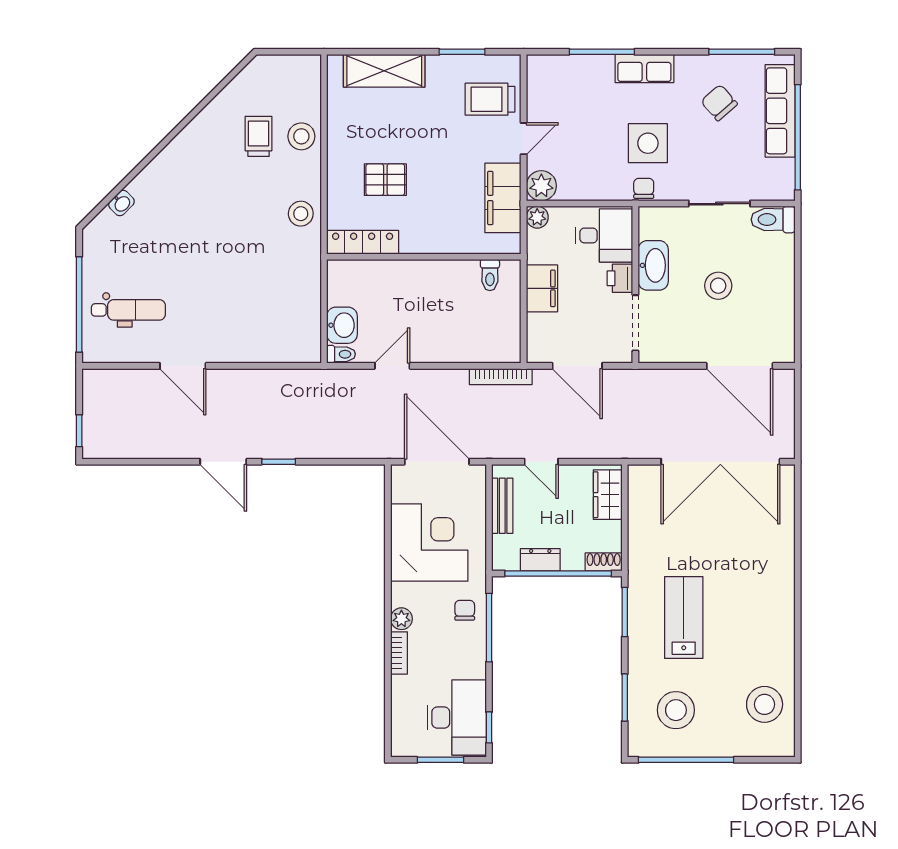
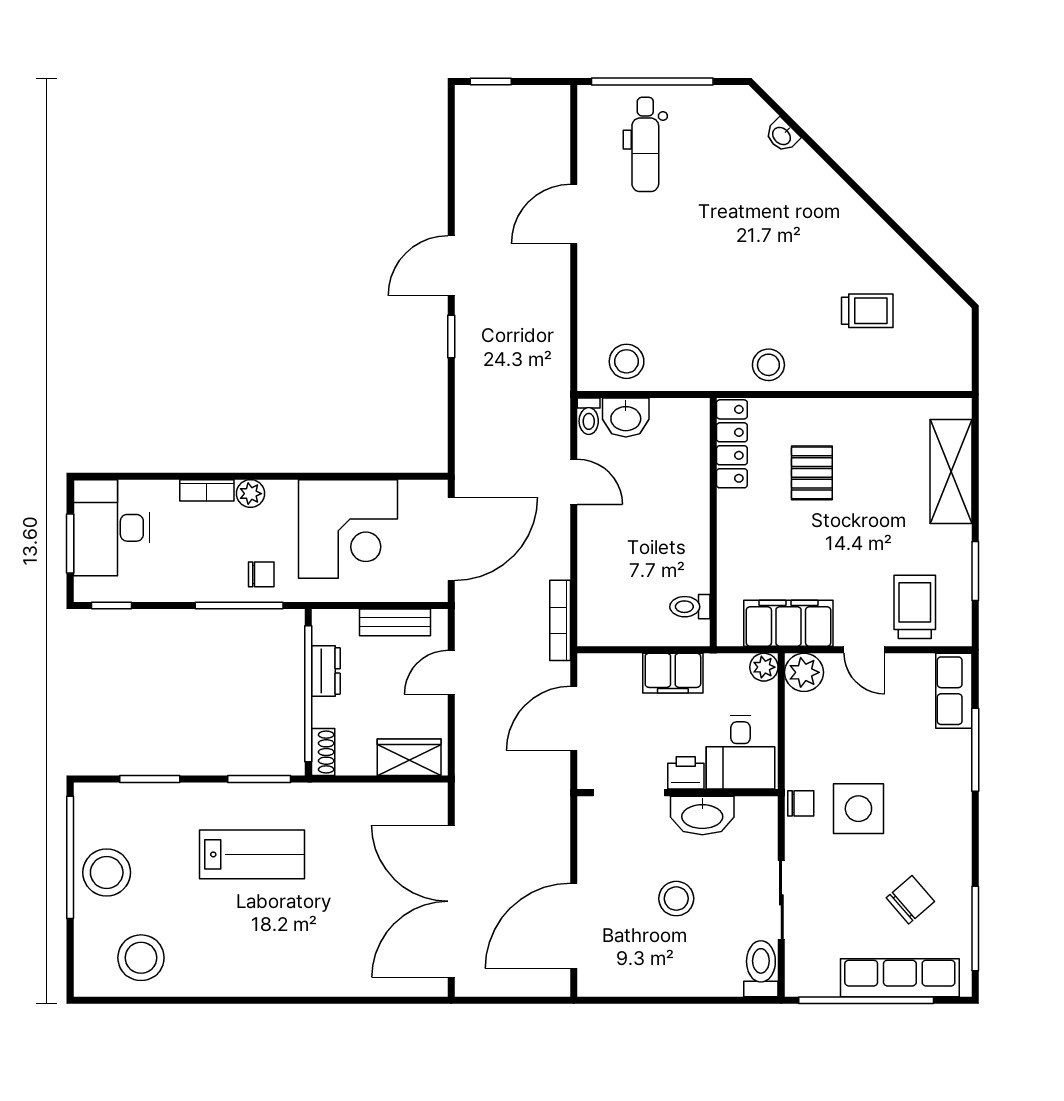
row of seats: (644, 69) -> (954, 691), moved
stool: (301, 136) -> (627, 361), moved
stool: (676, 710) -> (107, 872), moved
desk: (457, 718) -> (111, 528), moved, turned 90

